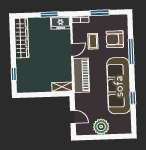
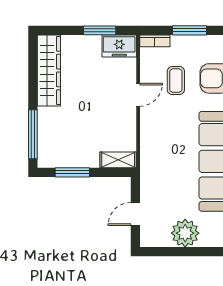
window: (14, 74) -> (33, 134), width x2.17
piano: (81, 75) -> (153, 141), removed
window: (37, 95) -> (72, 172), added
door: (73, 117) -> (135, 214), swing flipped

